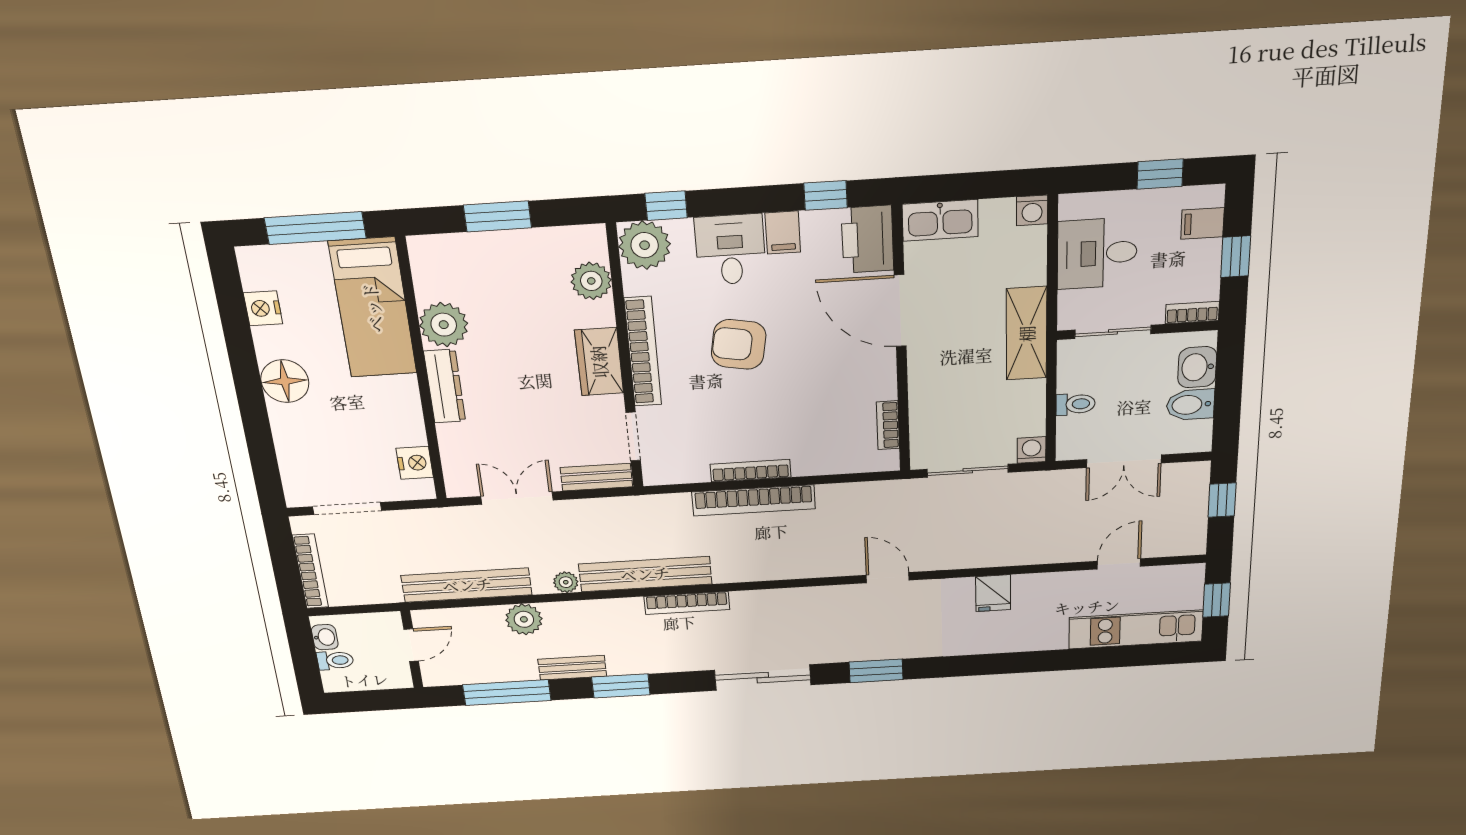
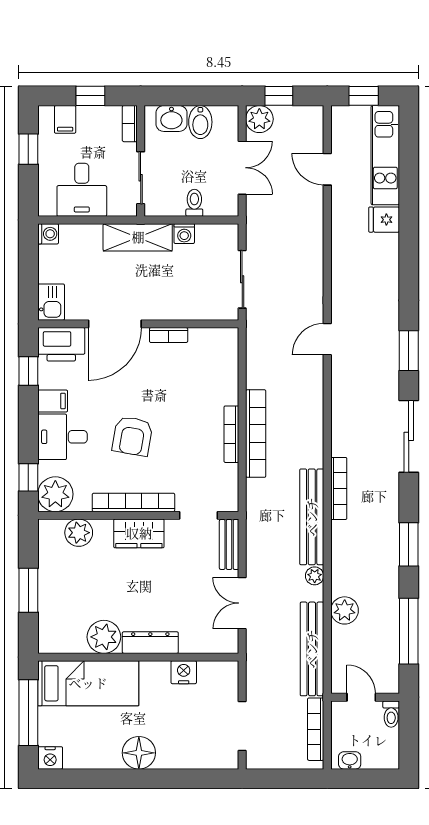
kitchen sink: (940, 220) -> (51, 302), width x0.73
nightstand: (263, 308) -> (50, 758), moved
bookcase: (888, 425) -> (169, 335), moved
washing machine: (1032, 450) -> (184, 234), moved, turned -90
nightstand: (415, 463) -> (184, 672), moved
plant: (1191, 478) -> (259, 119), added
bookcase: (310, 571) -> (316, 729), moved, turned -90
fridge: (993, 593) -> (384, 220), moved, turned 180
toilet: (335, 660) -> (391, 714), moved, turned 180
bench: (572, 668) -> (390, 579), removed

